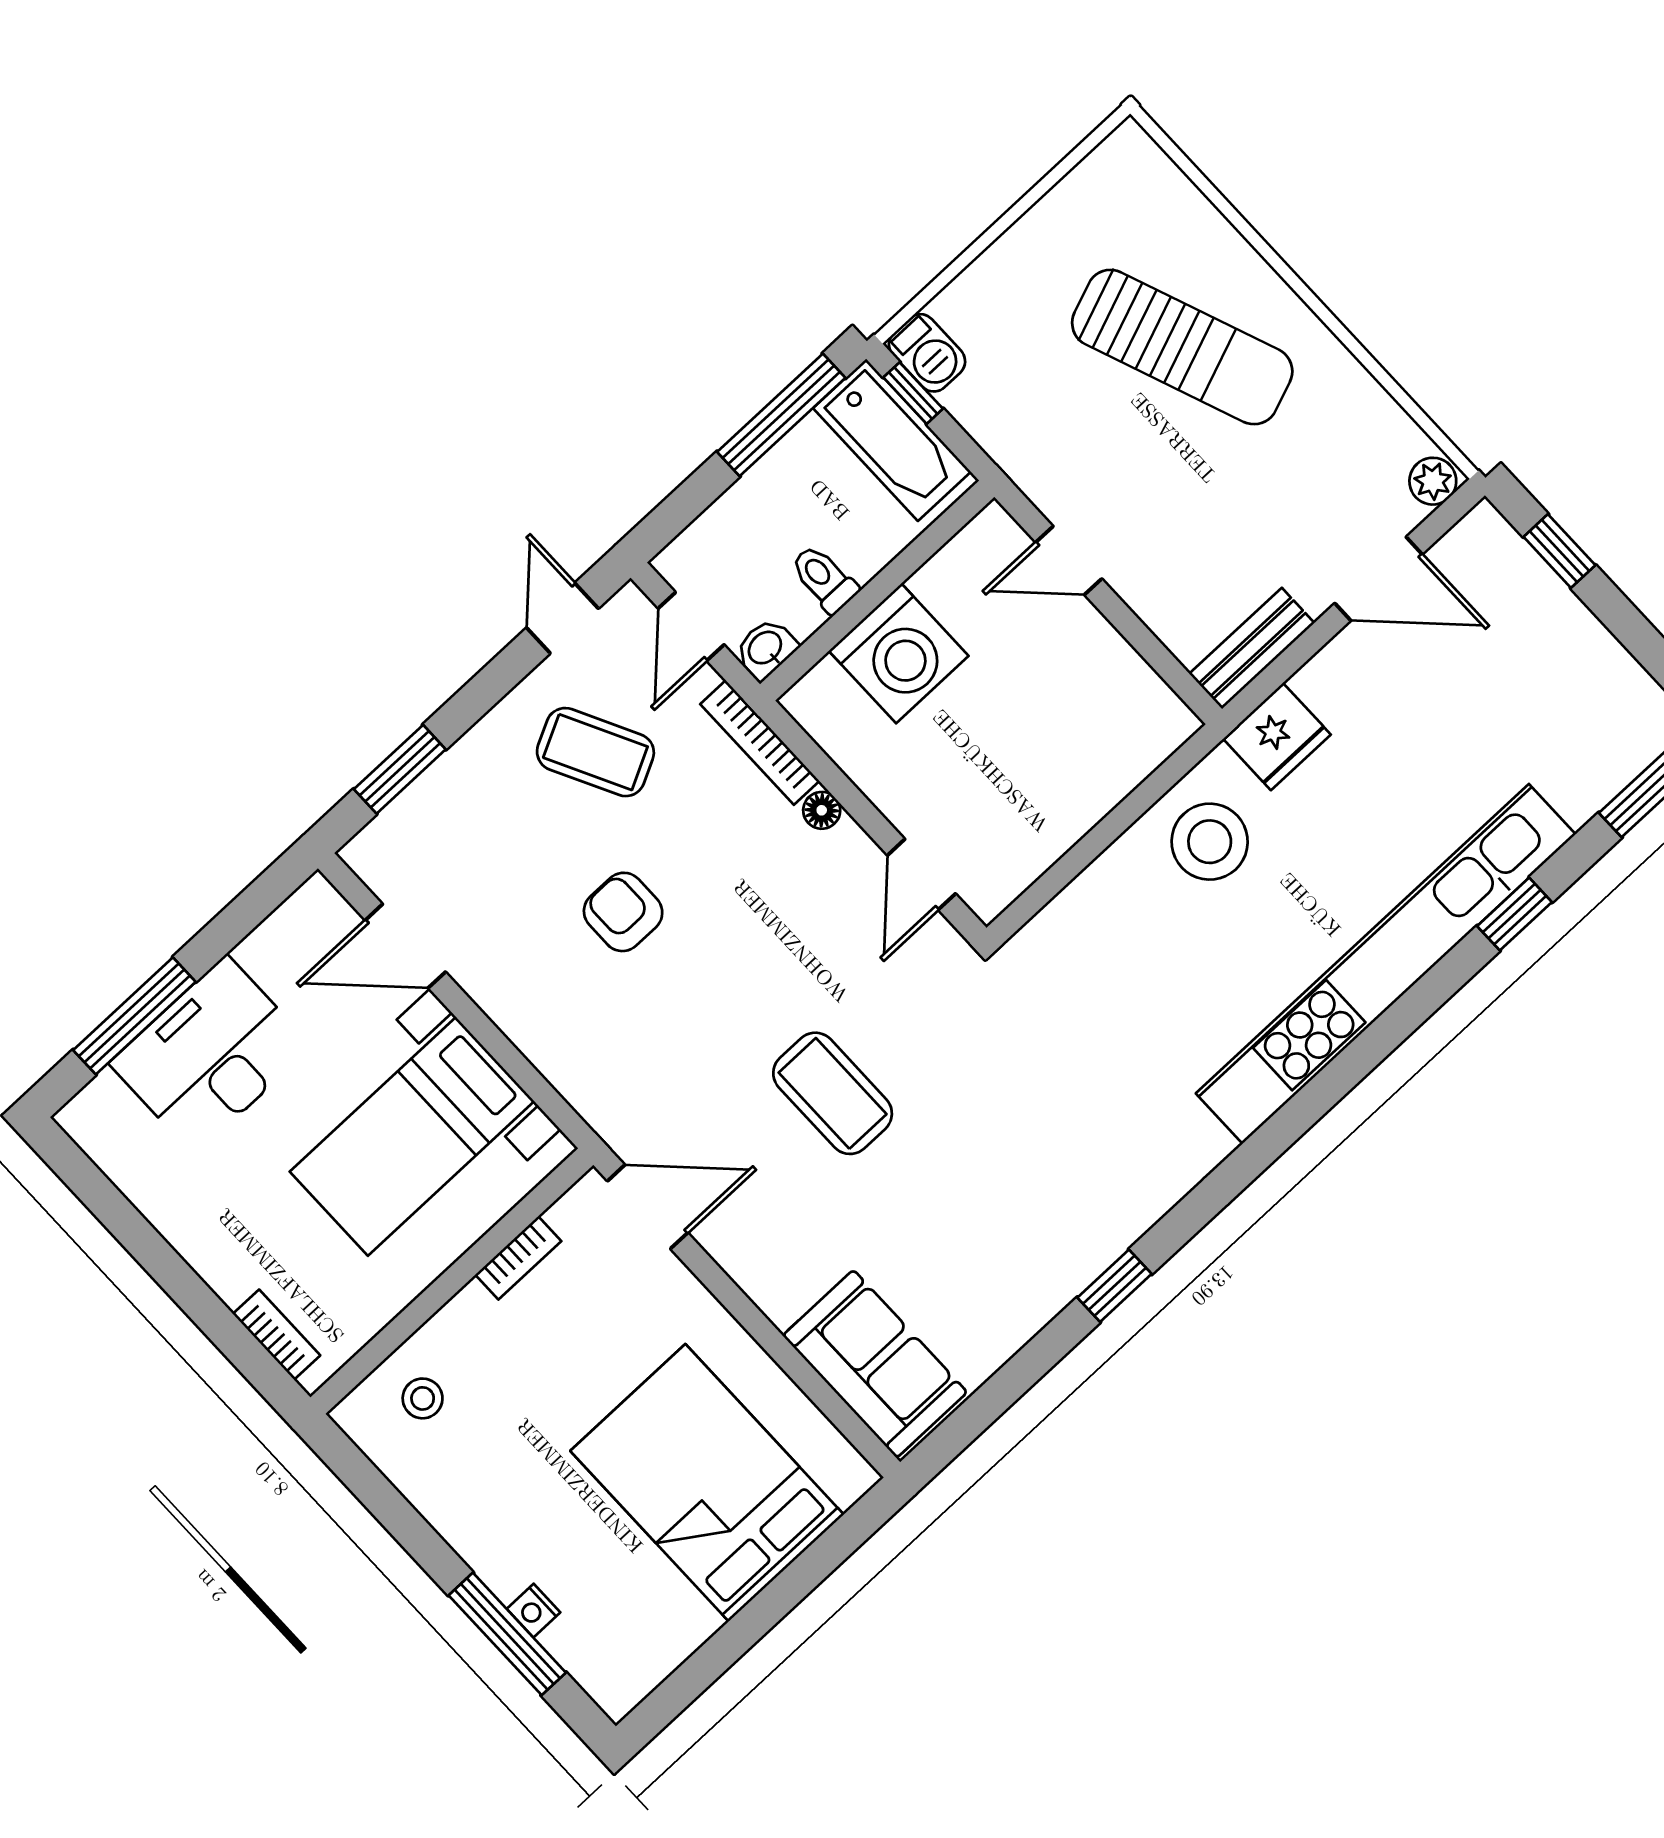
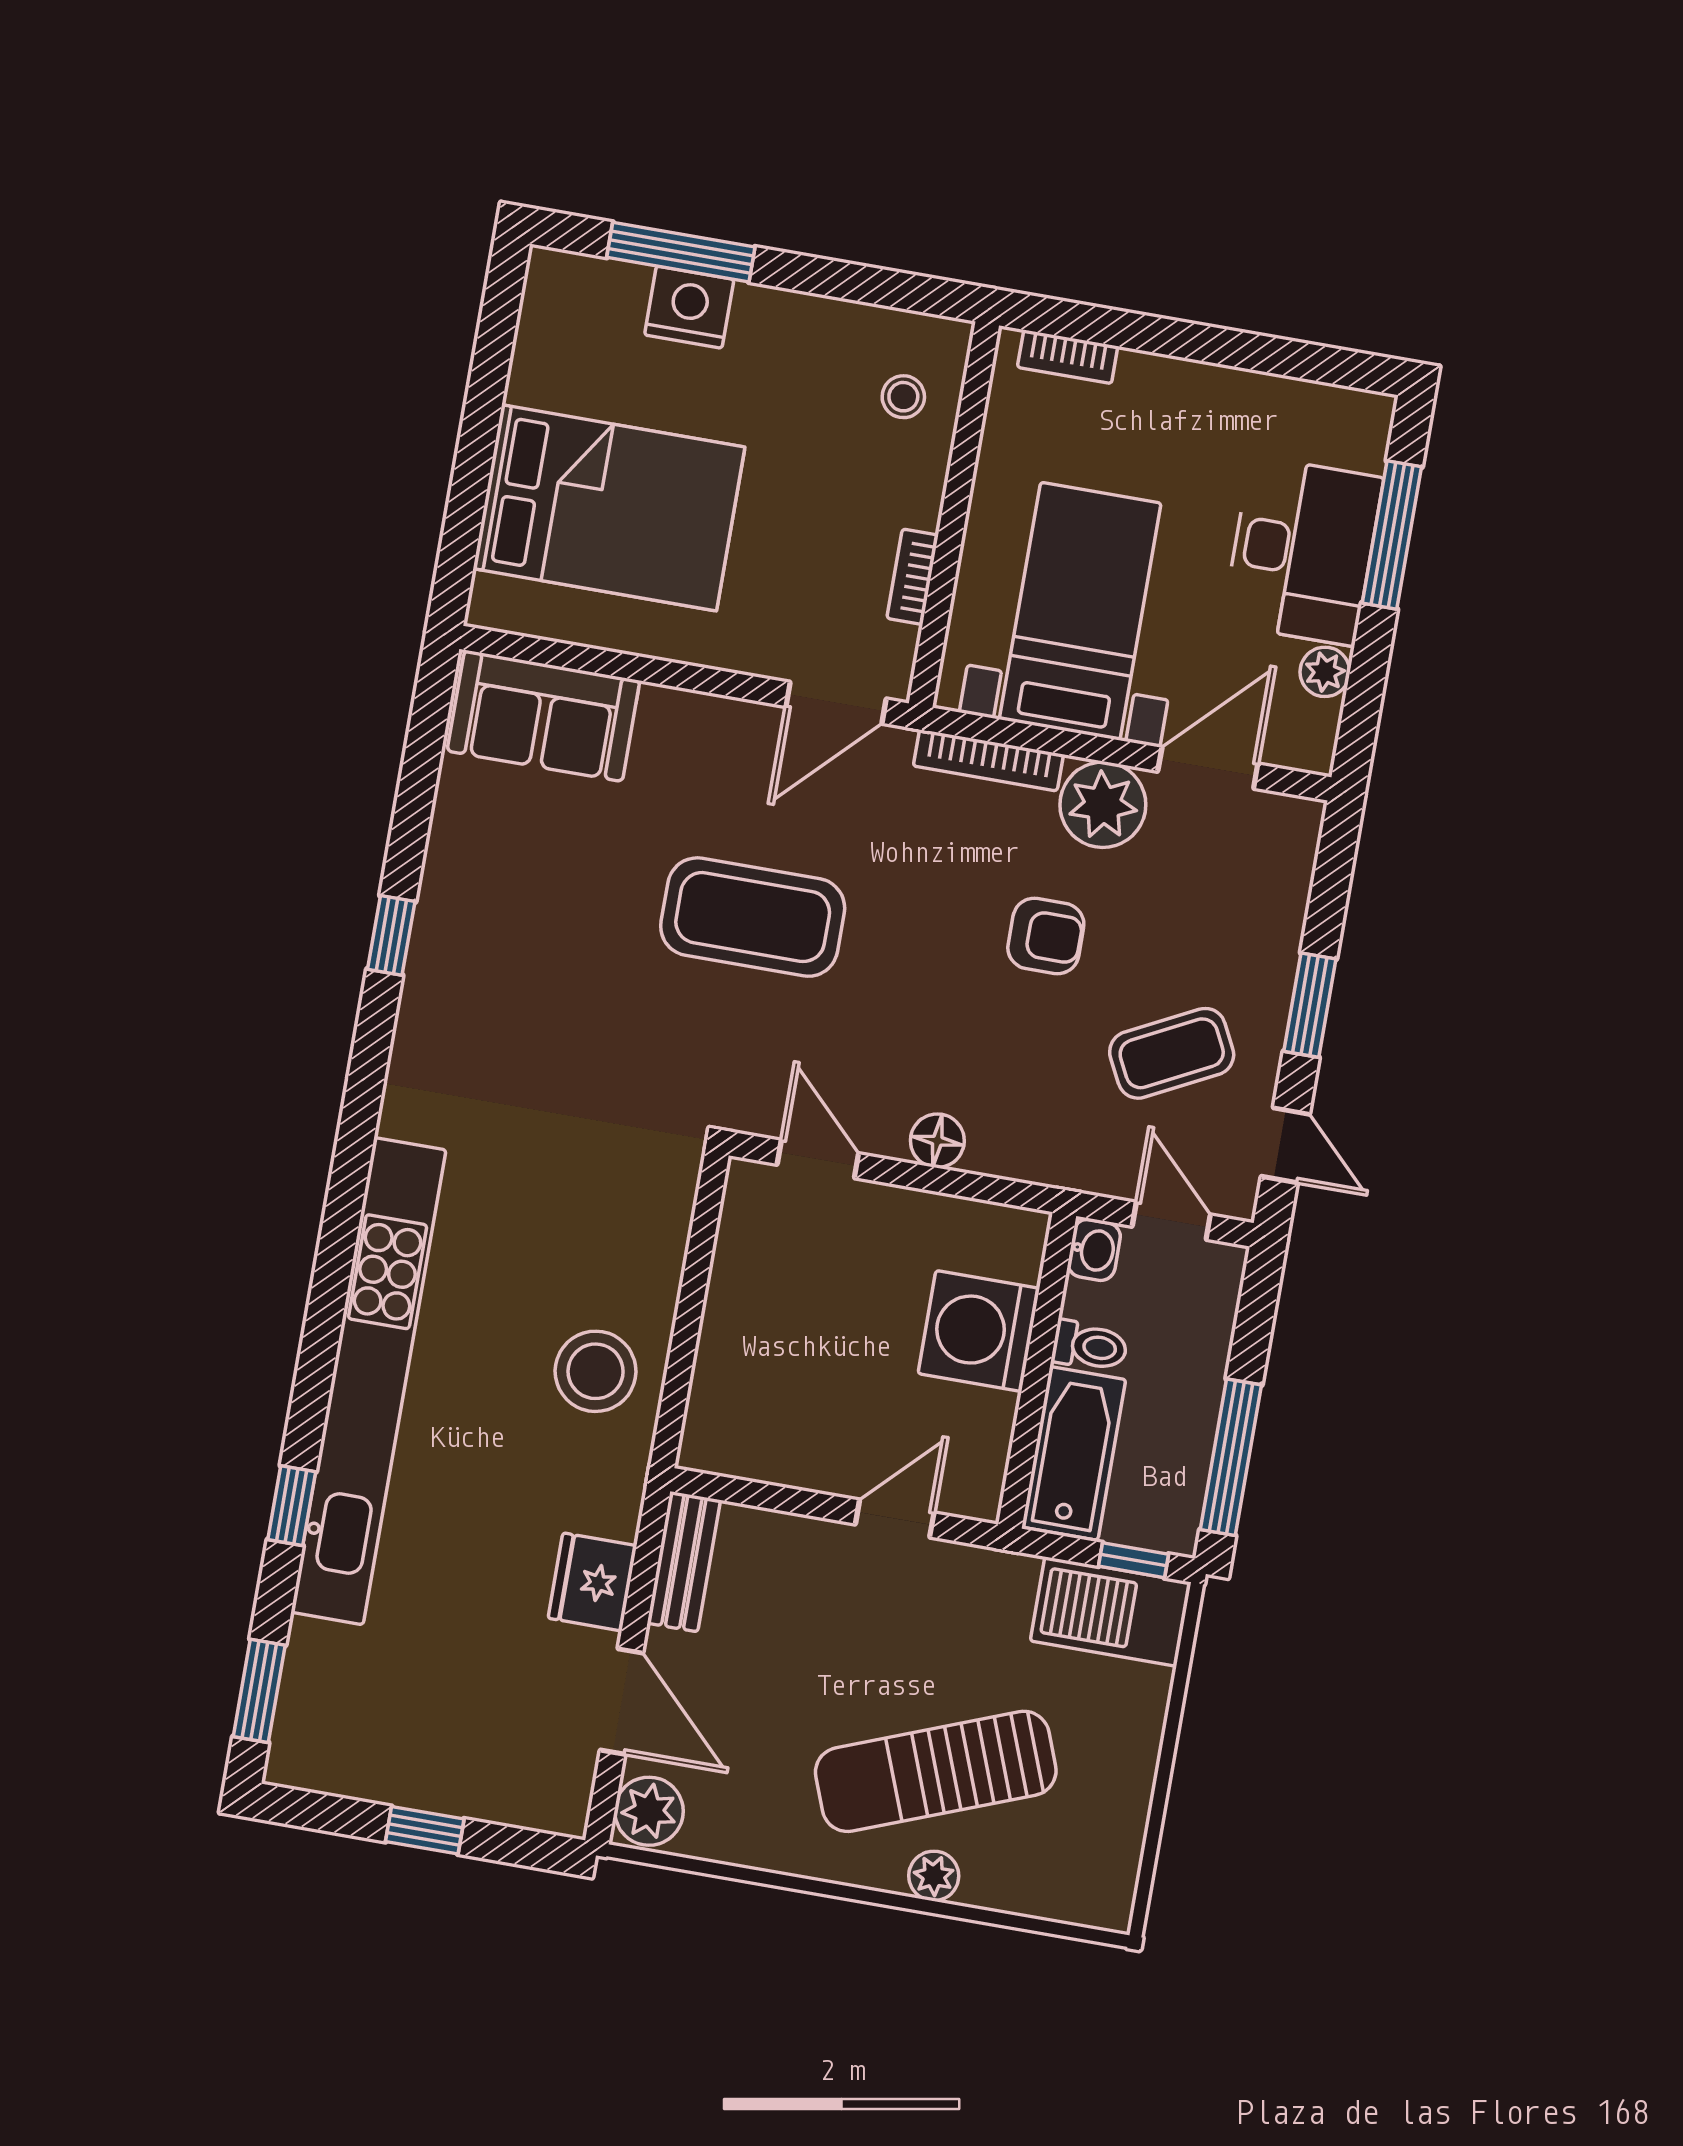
plant: (1243, 270) -> (934, 1876), added
barbecue: (927, 353) -> (1111, 1612), width x1.88, depth x1.53
bathtub: (892, 440) -> (1074, 1453), moved, turned 90
plant: (1433, 481) -> (649, 1811), width x1.38, depth x1.38
window: (1559, 551) -> (425, 1830), moved
door: (1378, 579) -> (621, 1701), swing flipped
fridge: (1277, 737) -> (592, 1582), moved
bookcase: (760, 743) -> (988, 760), moved, turned 180
window: (400, 769) -> (1310, 1005), moved
floor lamp: (822, 810) -> (937, 1141), width x1.37, depth x1.37
plant: (263, 951) -> (1325, 672), added
plant: (505, 978) -> (1103, 805), added
coffee table: (833, 1093) -> (753, 917), width x1.36, depth x1.32
nightstand: (534, 1611) -> (689, 307), width x1.89, depth x1.79

